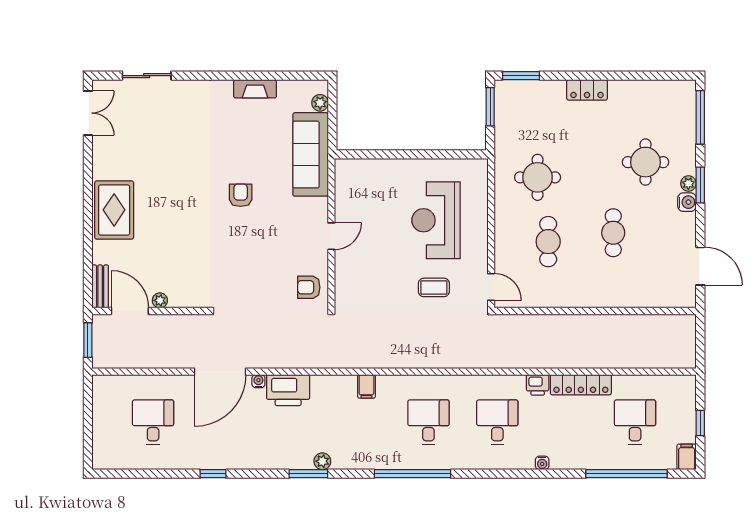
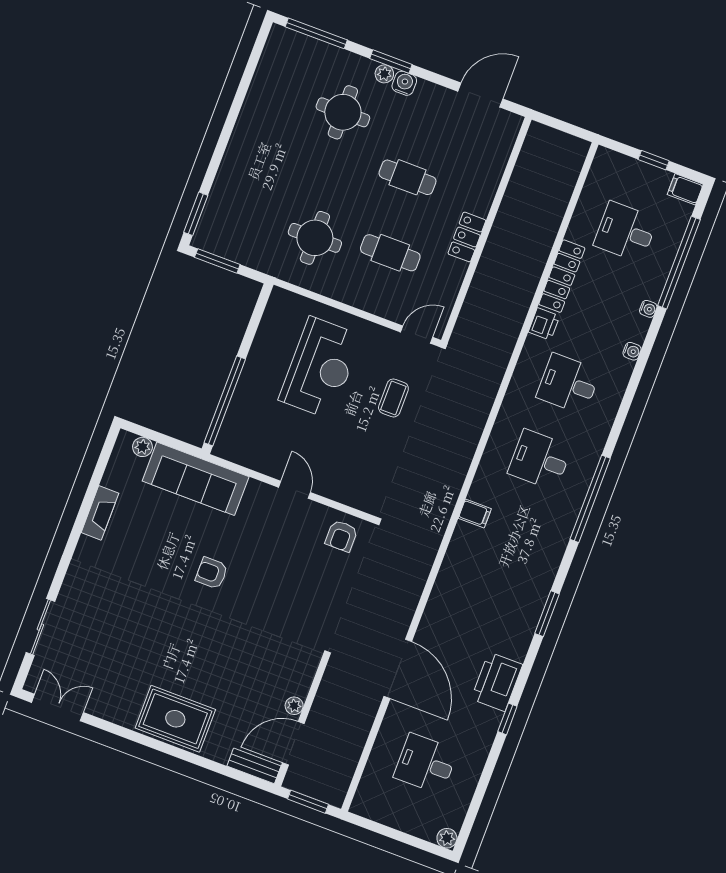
locker: (587, 90) -> (467, 237), moved, turned 180
window: (381, 154) -> (225, 401), added
reception desk: (436, 220) -> (320, 368), turned -90
water cooler: (258, 381) -> (648, 309), moved, turned 180
printer: (288, 390) -> (497, 682), moved, turned 180
plant: (322, 461) -> (447, 838), moved

